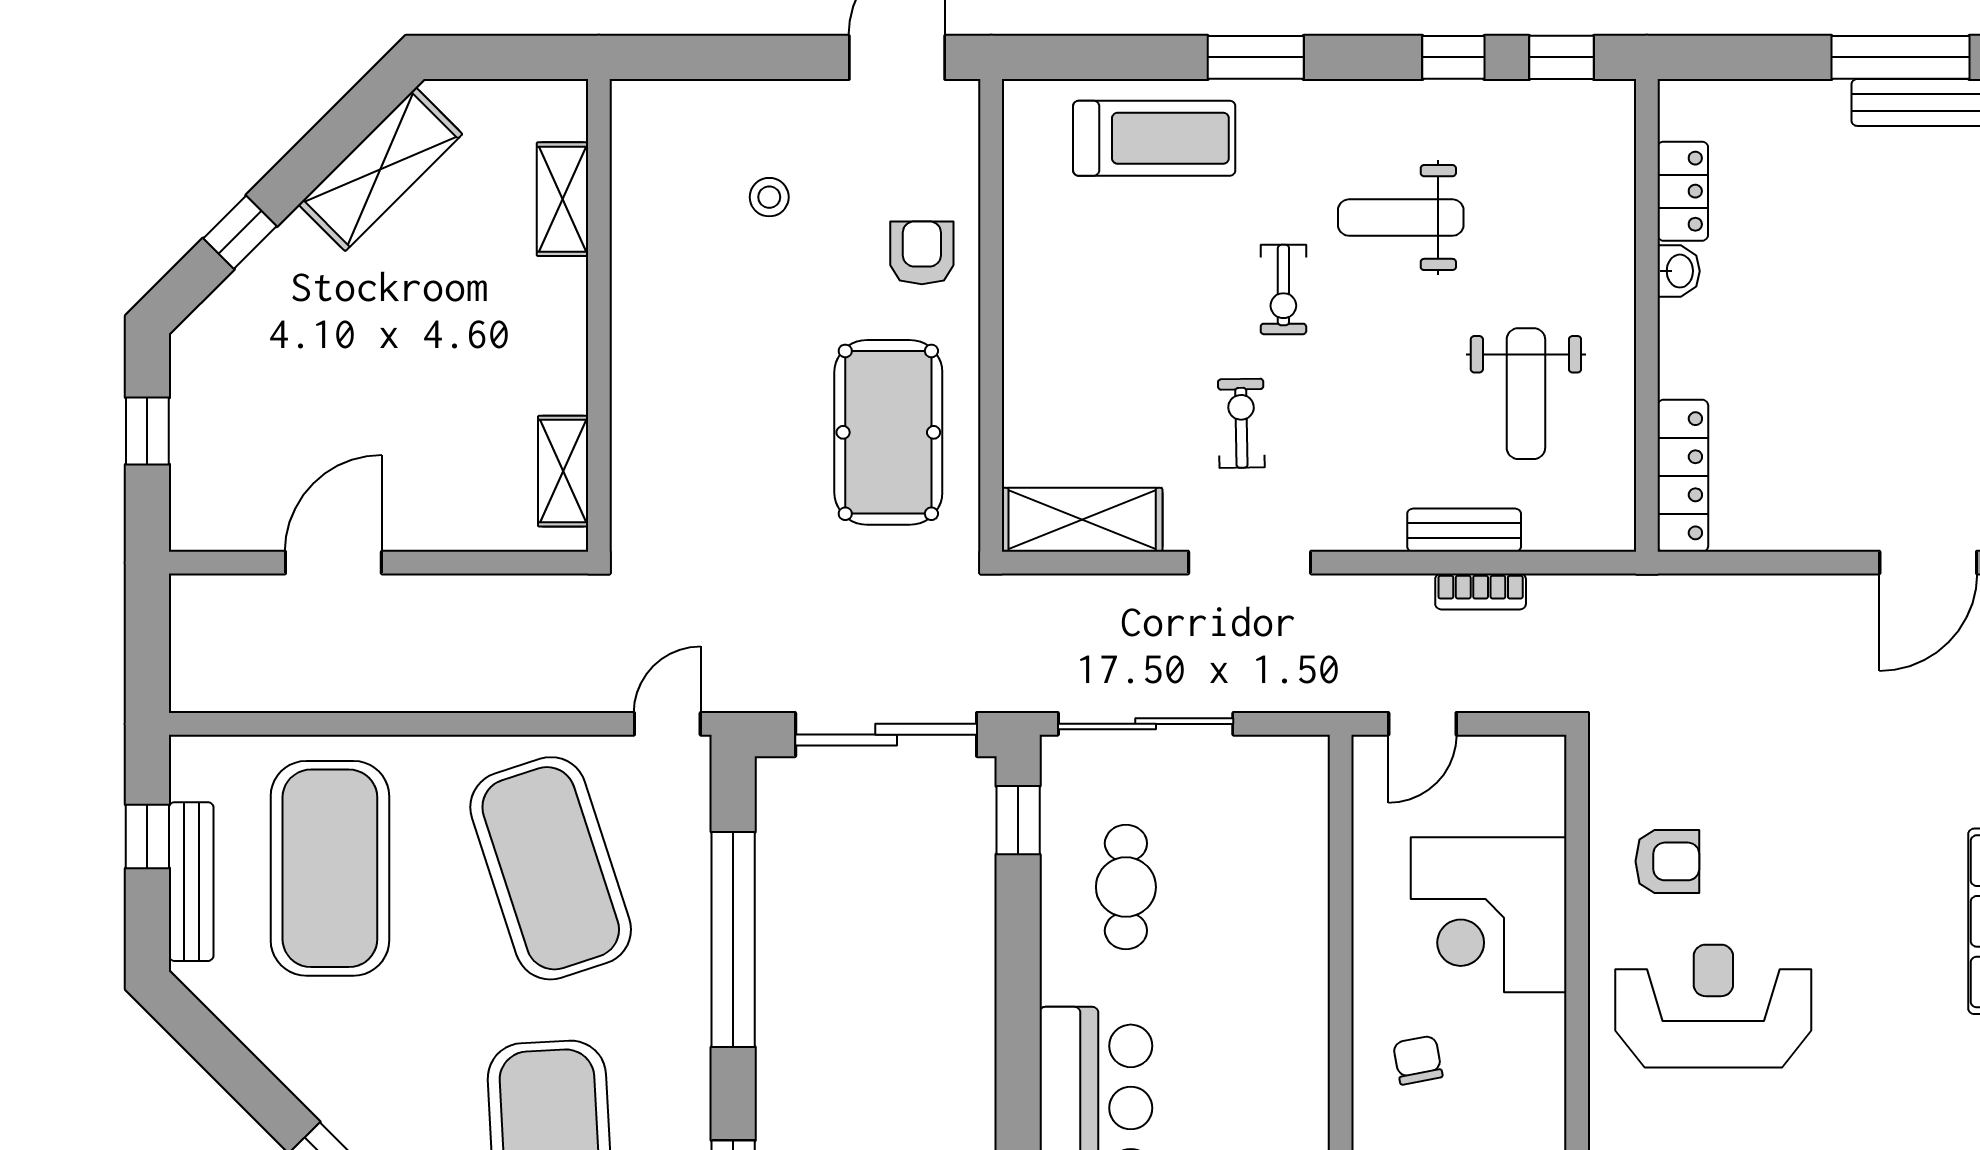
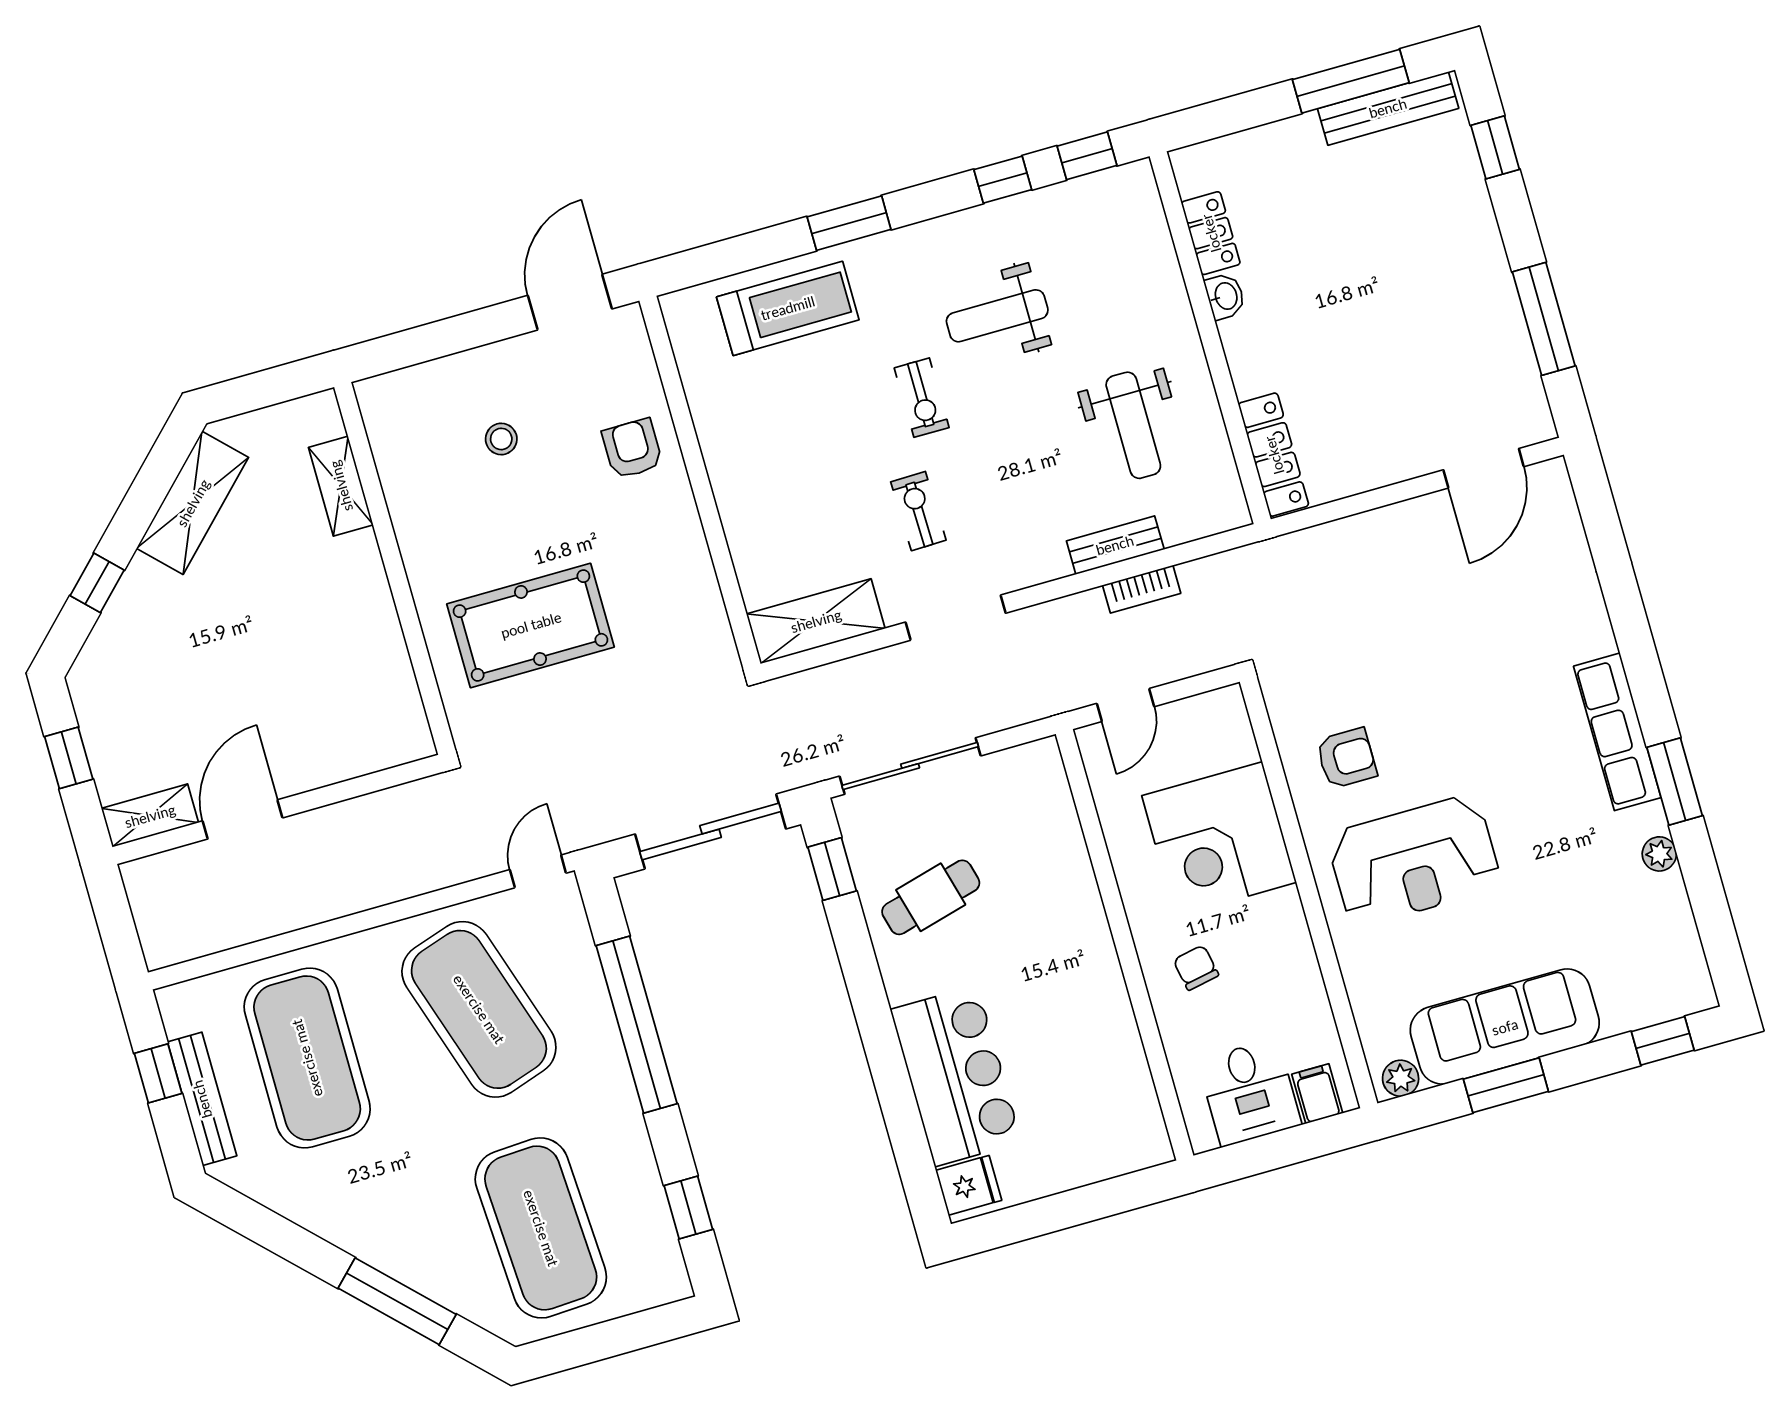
pool table: (888, 432) -> (531, 625), moved, turned 90
shelving: (563, 471) -> (150, 816), moved, turned 90
cafe table: (1126, 887) -> (931, 897), turned 75
reception desk: (1713, 1006) -> (1414, 861), turned 180

